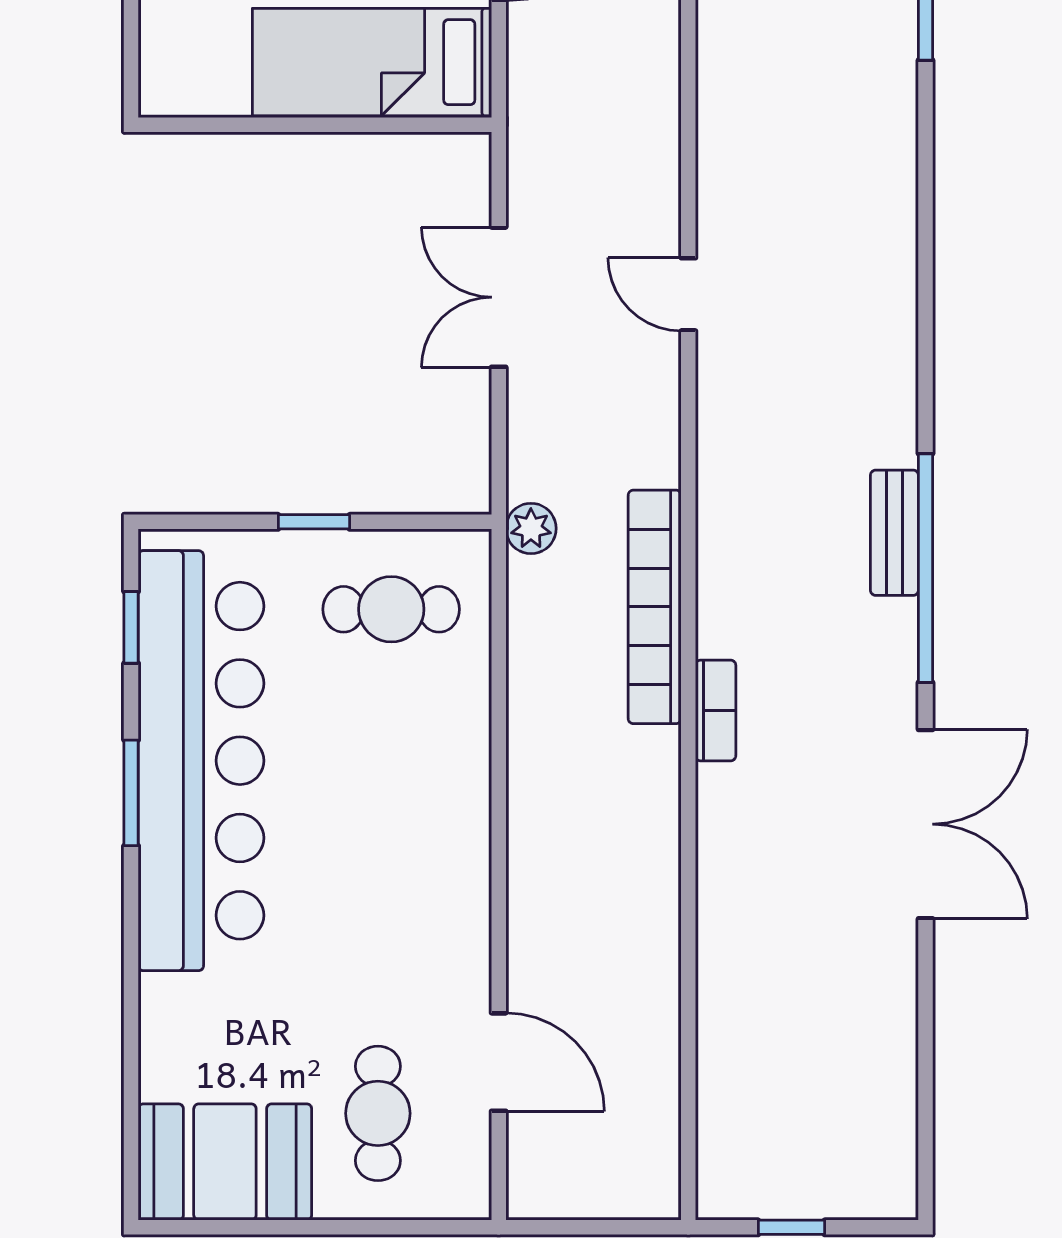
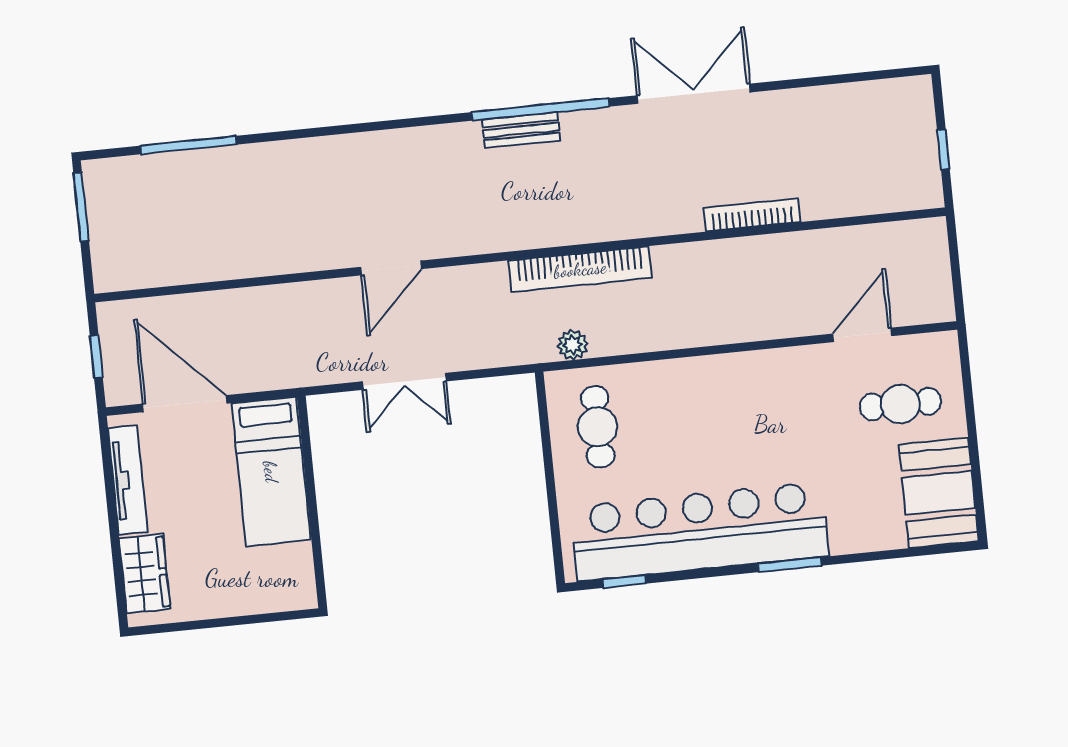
door: (688, 294) -> (391, 268), width x1.38
window: (314, 522) -> (550, 478), removed
plant: (531, 528) -> (573, 345), moved
bookcase: (716, 710) -> (752, 215), moved, width x1.56
window: (131, 793) -> (790, 565), moved

